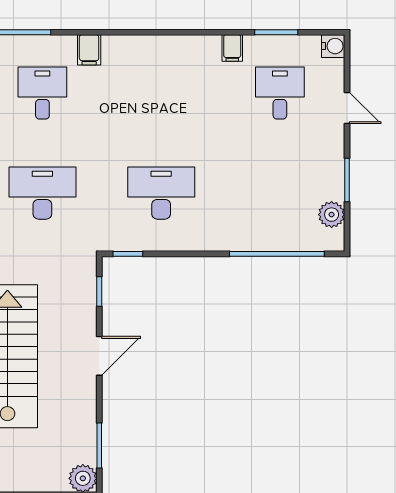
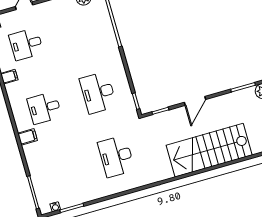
filing cabinet: (89, 50) -> (28, 137), moved
desk: (42, 93) -> (44, 108), moved
door: (99, 356) -> (195, 101), swing flipped

